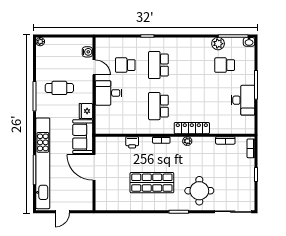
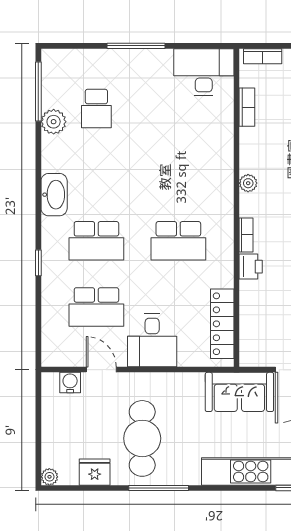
washbasin: (249, 42) -> (54, 195), moved, width x1.91, depth x1.45
school desk: (125, 65) -> (96, 307), width x1.85
door: (94, 67) -> (101, 370), hinge flipped
cafe table: (59, 88) -> (142, 438), width x1.37, depth x1.35
desk: (243, 100) -> (204, 72), moved
fridge: (86, 111) -> (95, 472), moved, turned 180
locker: (192, 128) -> (222, 324), moved
printer: (132, 142) -> (251, 267), moved

